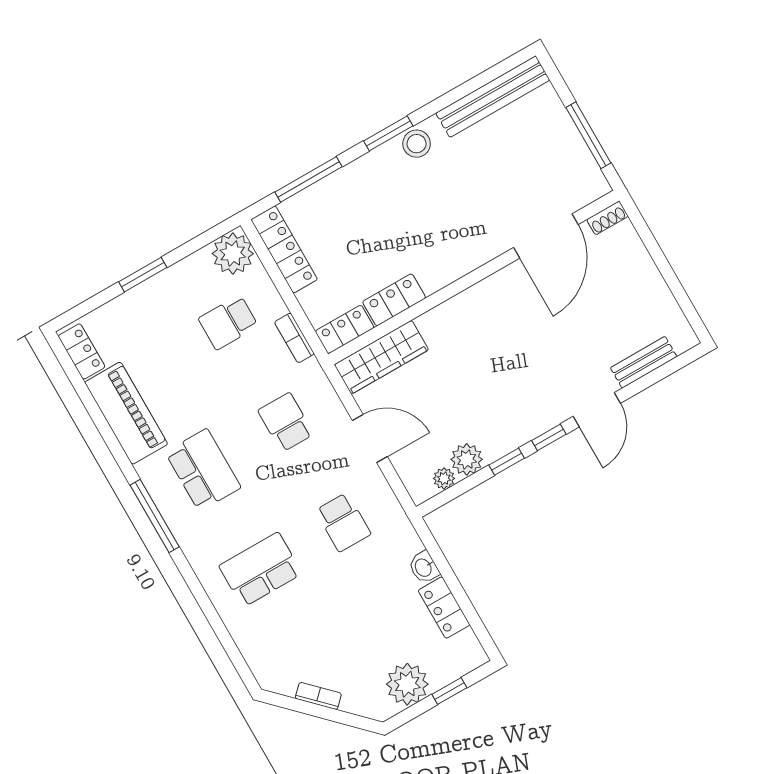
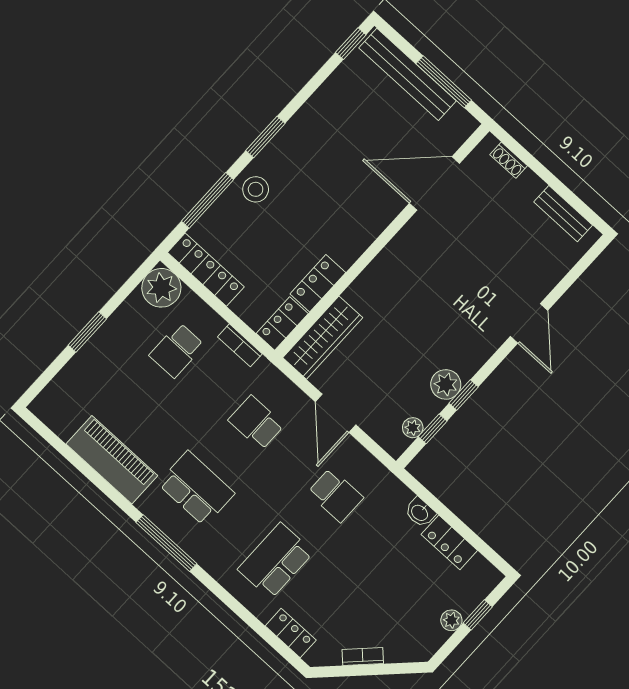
window: (506, 66) -> (351, 44), added
bench: (493, 97) -> (408, 74), moved, turned 90
stool: (417, 144) -> (256, 189), moved
shoe rack: (607, 218) -> (509, 160), moved, turned 90
door: (546, 236) -> (434, 183), swing flipped
locker: (82, 351) -> (291, 633), moved
bench: (644, 362) -> (563, 214), moved, turned 90
window: (549, 437) -> (433, 429), moved
door: (370, 439) -> (336, 413), swing flipped
plant: (467, 459) -> (446, 384), moved
plant: (407, 684) -> (451, 620), width x0.53, depth x0.53

